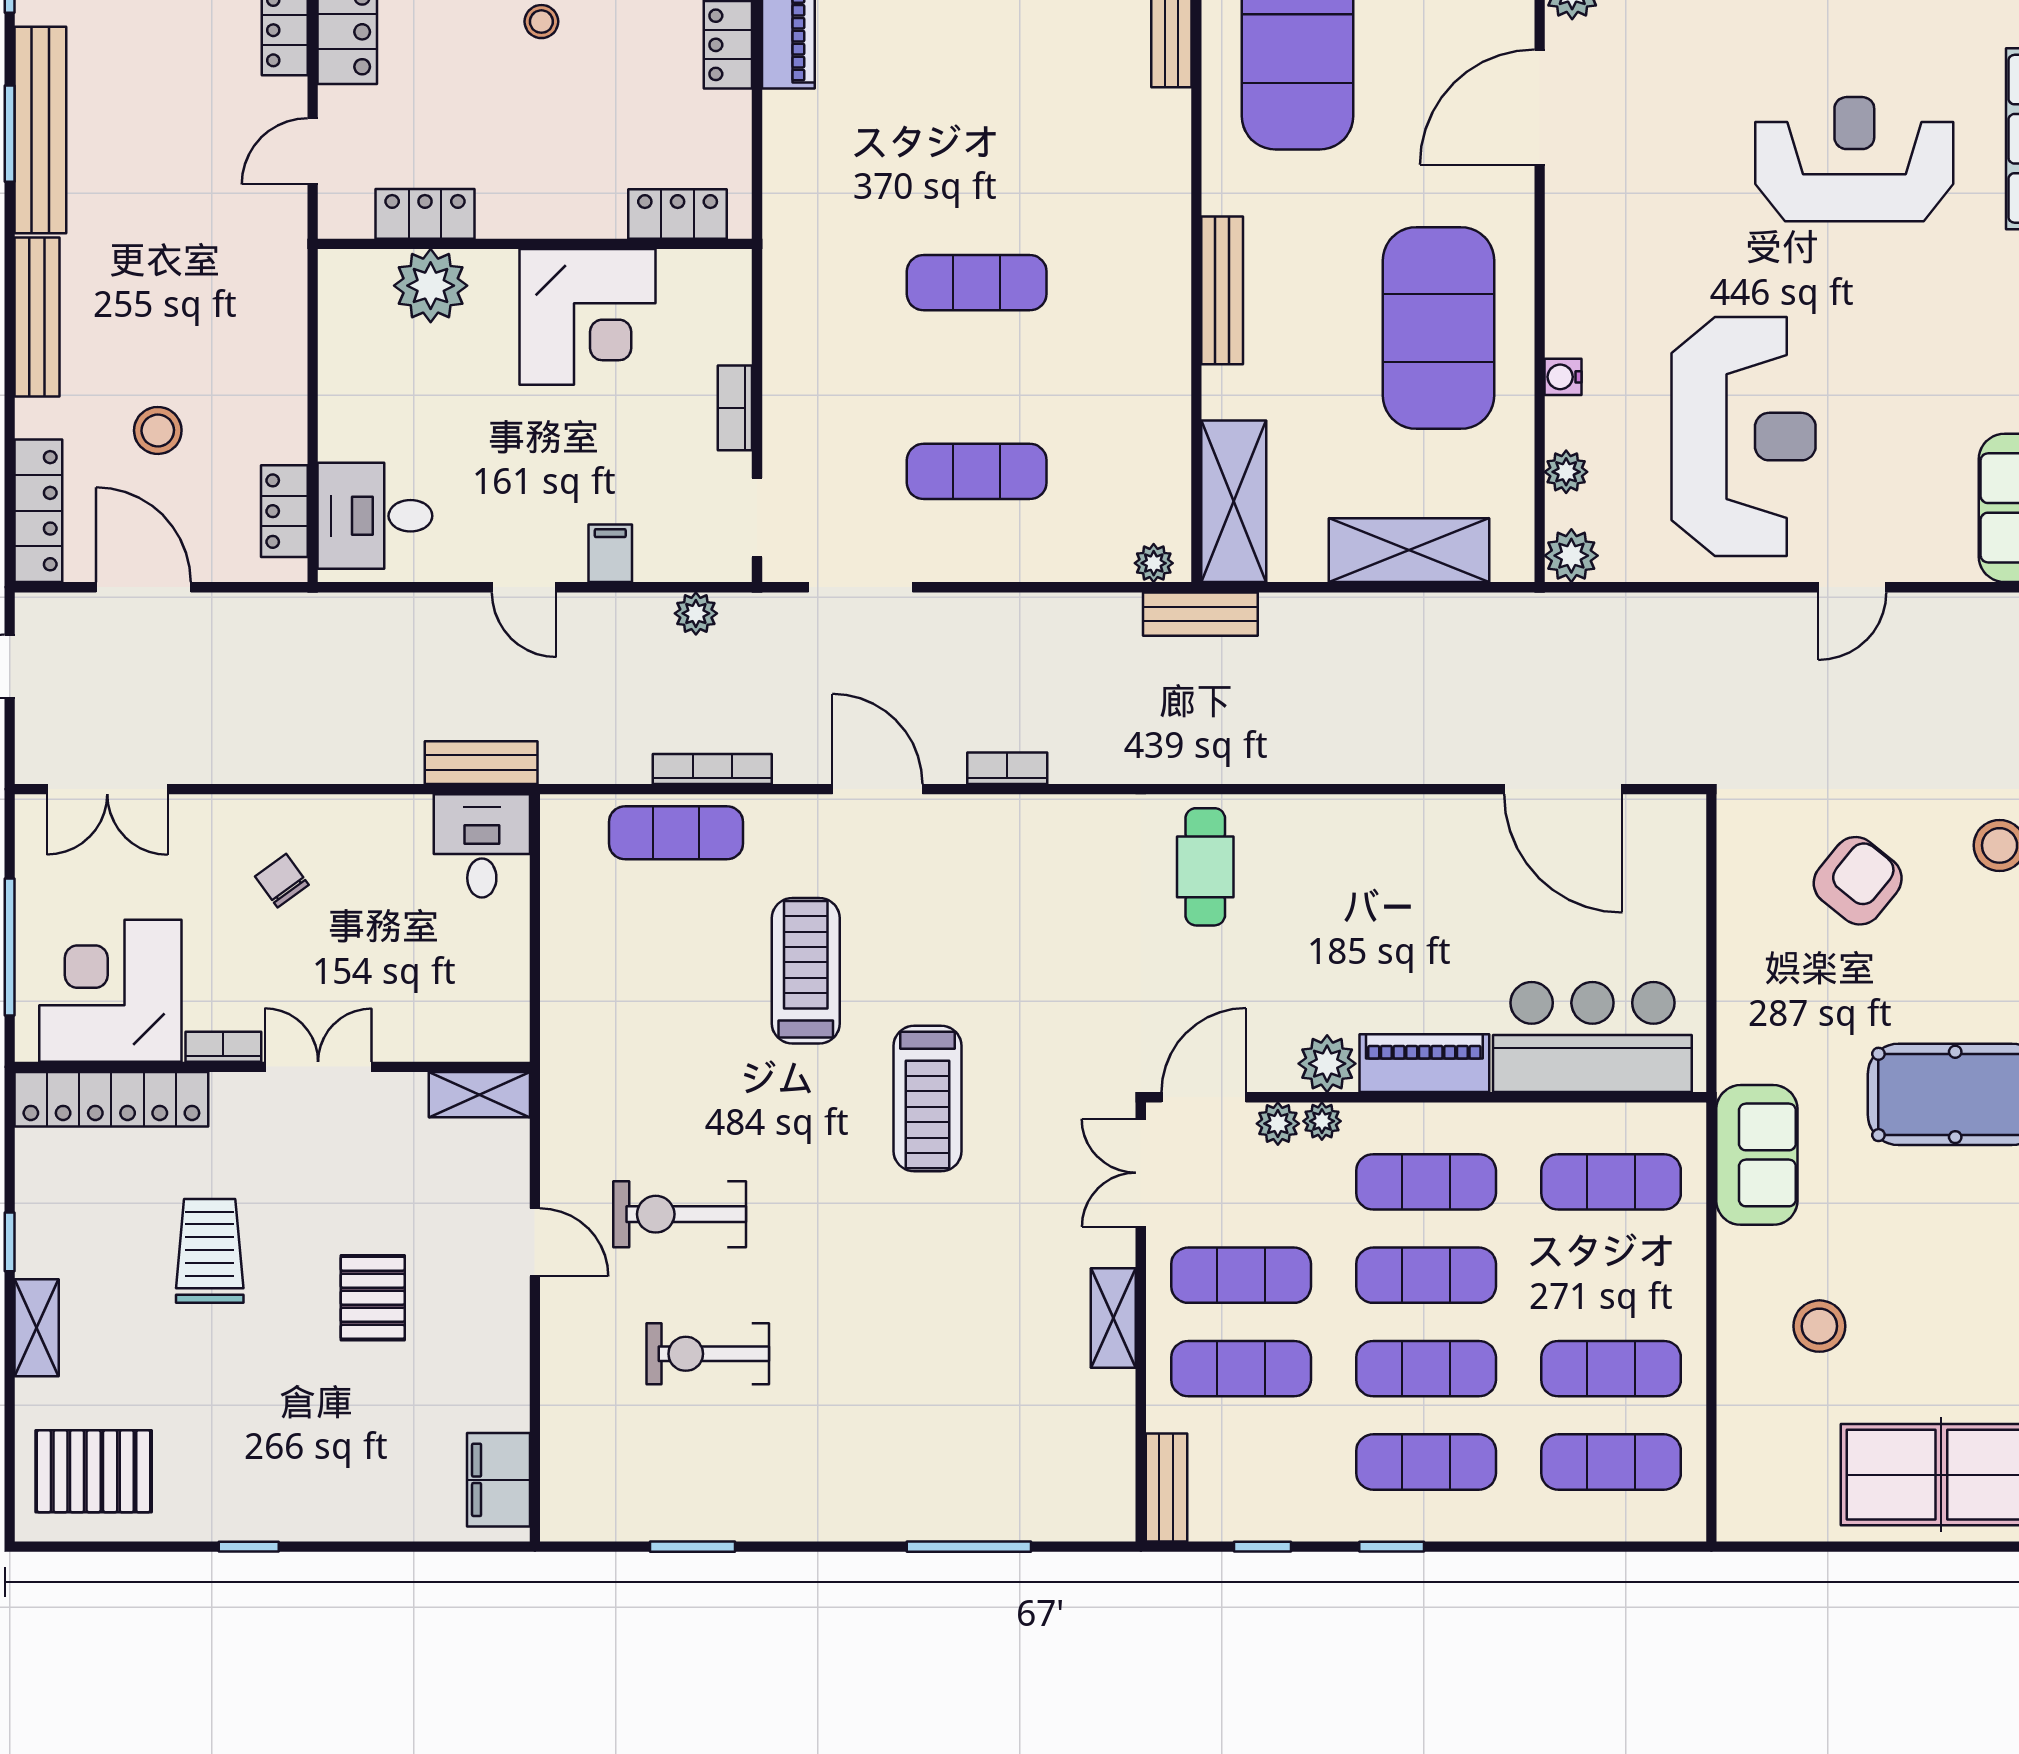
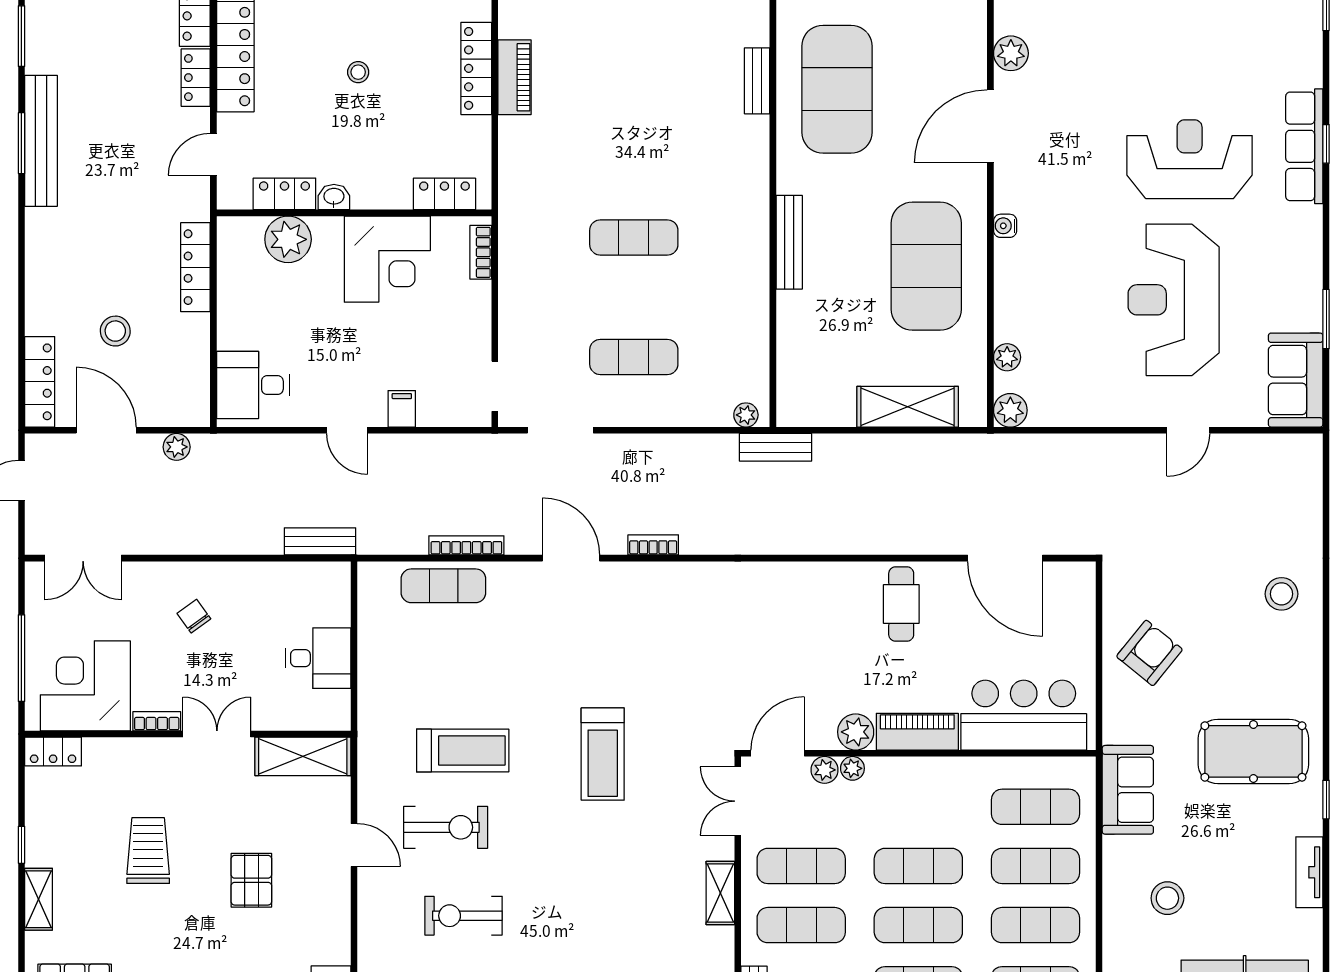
washbasin: (503, 219) -> (334, 197), added
bench: (37, 317) -> (39, 259), removed
water cooler: (1563, 377) -> (1005, 226), moved
bookcase: (735, 408) -> (481, 252), moved
reception desk: (1744, 437) -> (1174, 300), moved, turned 180
shelving: (1234, 501) -> (797, 376), removed
locker: (284, 511) -> (195, 267), moved, width x1.53
plant: (696, 613) -> (177, 447), moved
desk: (482, 846) -> (318, 658), moved, turned 90
cafe table: (1205, 867) -> (901, 604), moved
armchair: (1858, 881) -> (1149, 653), moved
treadmill: (806, 971) -> (463, 751), moved, turned 90
shelving: (479, 1095) -> (303, 756), width x1.50, depth x1.33
locker: (111, 1099) -> (53, 752), width x0.46, depth x0.83
exercise mat: (1426, 1182) -> (1035, 866), moved
exercise bike: (680, 1214) -> (446, 827), turned 180

